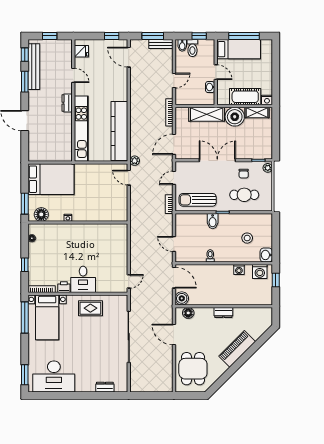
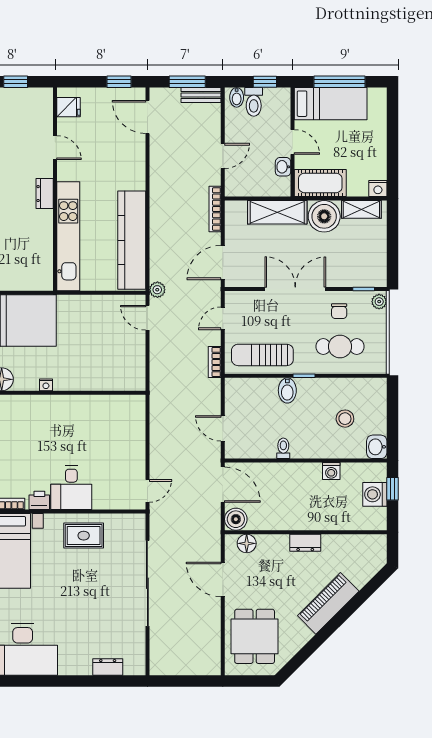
cot: (245, 97) -> (320, 183), moved
washing machine: (260, 271) -> (375, 494), moved, turned 90

